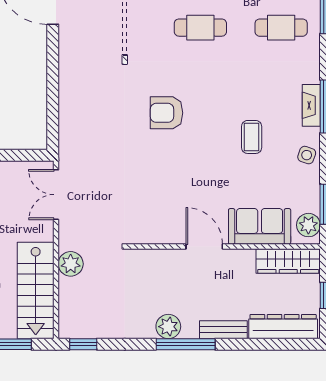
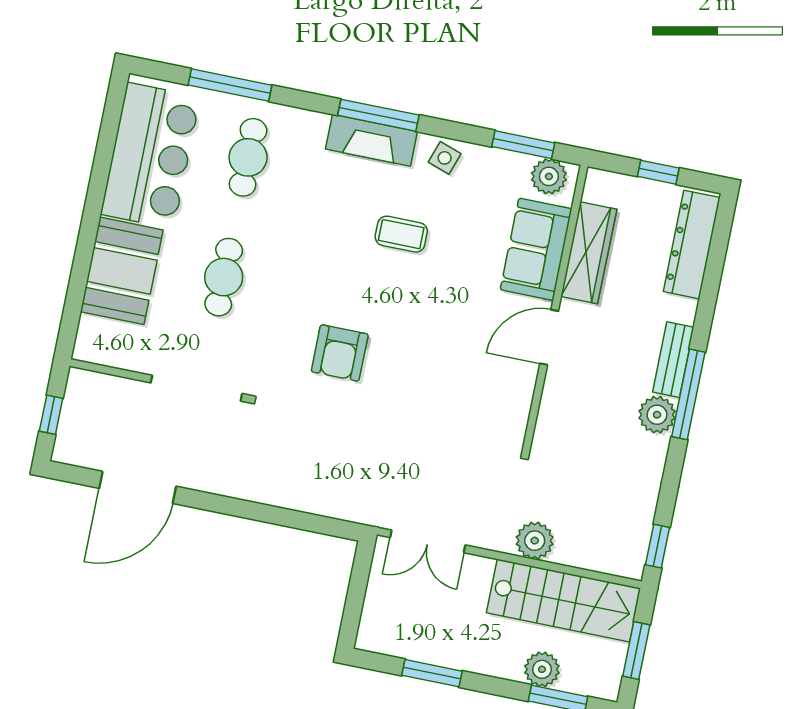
fireplace: (311, 105) -> (371, 140), width x1.37, depth x1.32
wardrobe: (288, 261) -> (589, 253), moved
bench: (223, 330) -> (673, 360), moved

